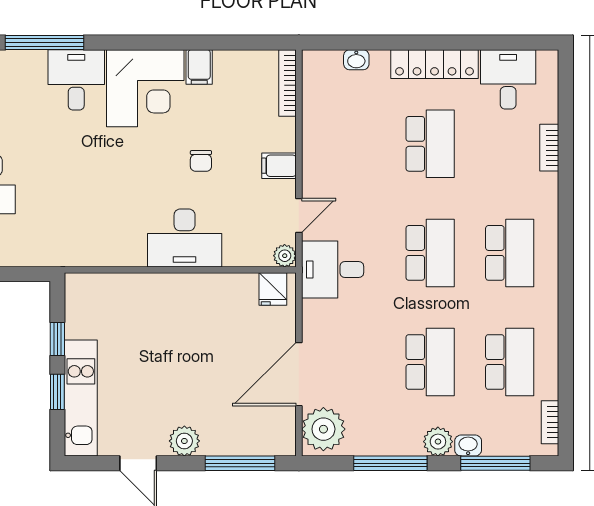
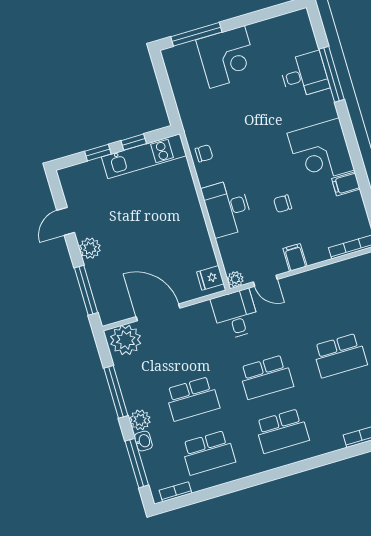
desk: (76, 80) -> (304, 75), moved
chair: (101, 248) -> (204, 153), added
kitchen unit: (81, 398) -> (144, 156), moved

